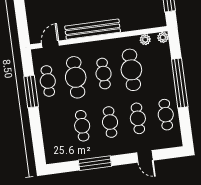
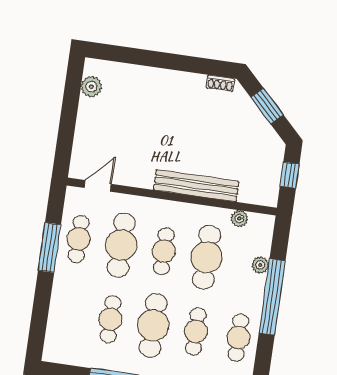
bench: (93, 29) -> (196, 186), moved
plant: (163, 37) -> (260, 265), moved
cafe table: (110, 122) -> (153, 325), width x1.37, depth x1.35

